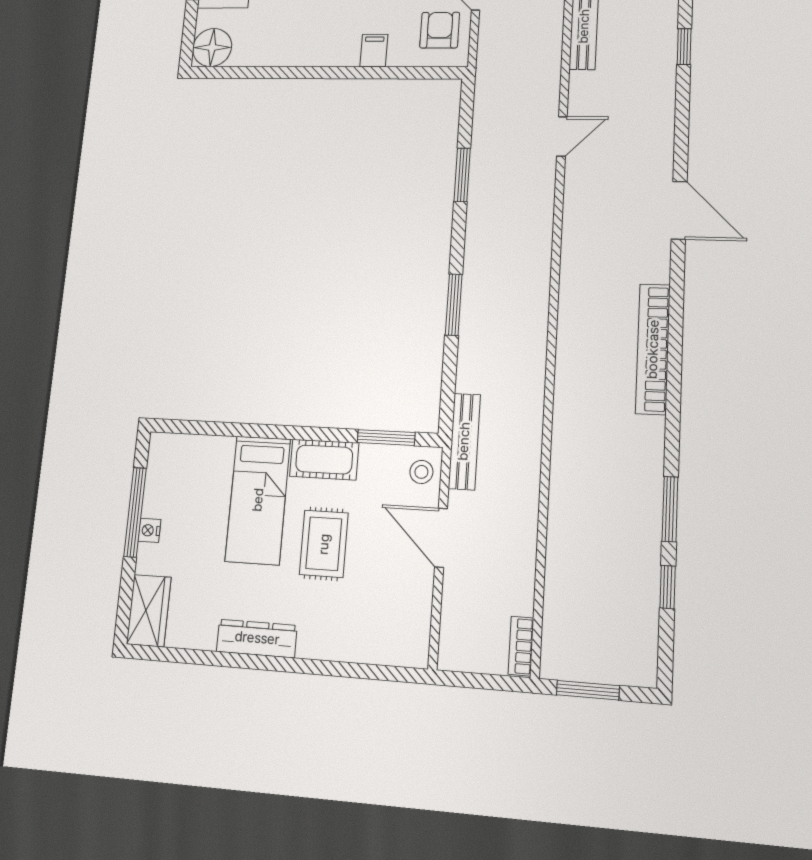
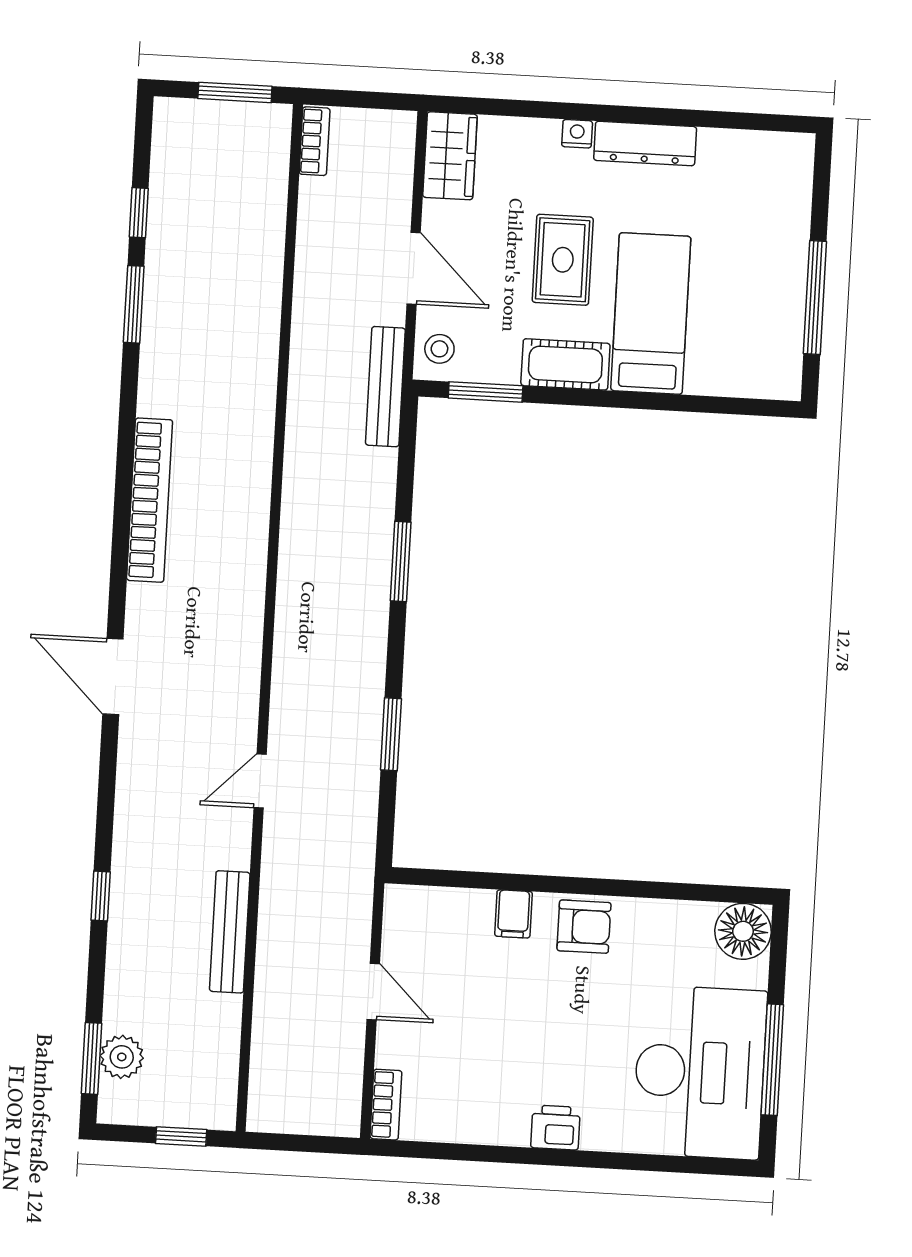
armchair: (440, 30) -> (584, 927), moved, turned -90
nightstand: (149, 530) -> (577, 134), moved, turned -90
wardrobe: (149, 611) -> (450, 156), moved, turned 180

